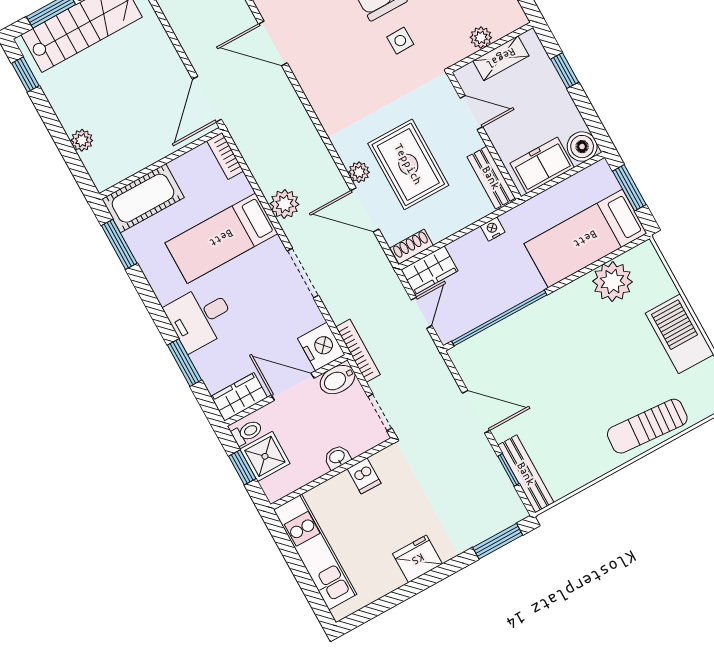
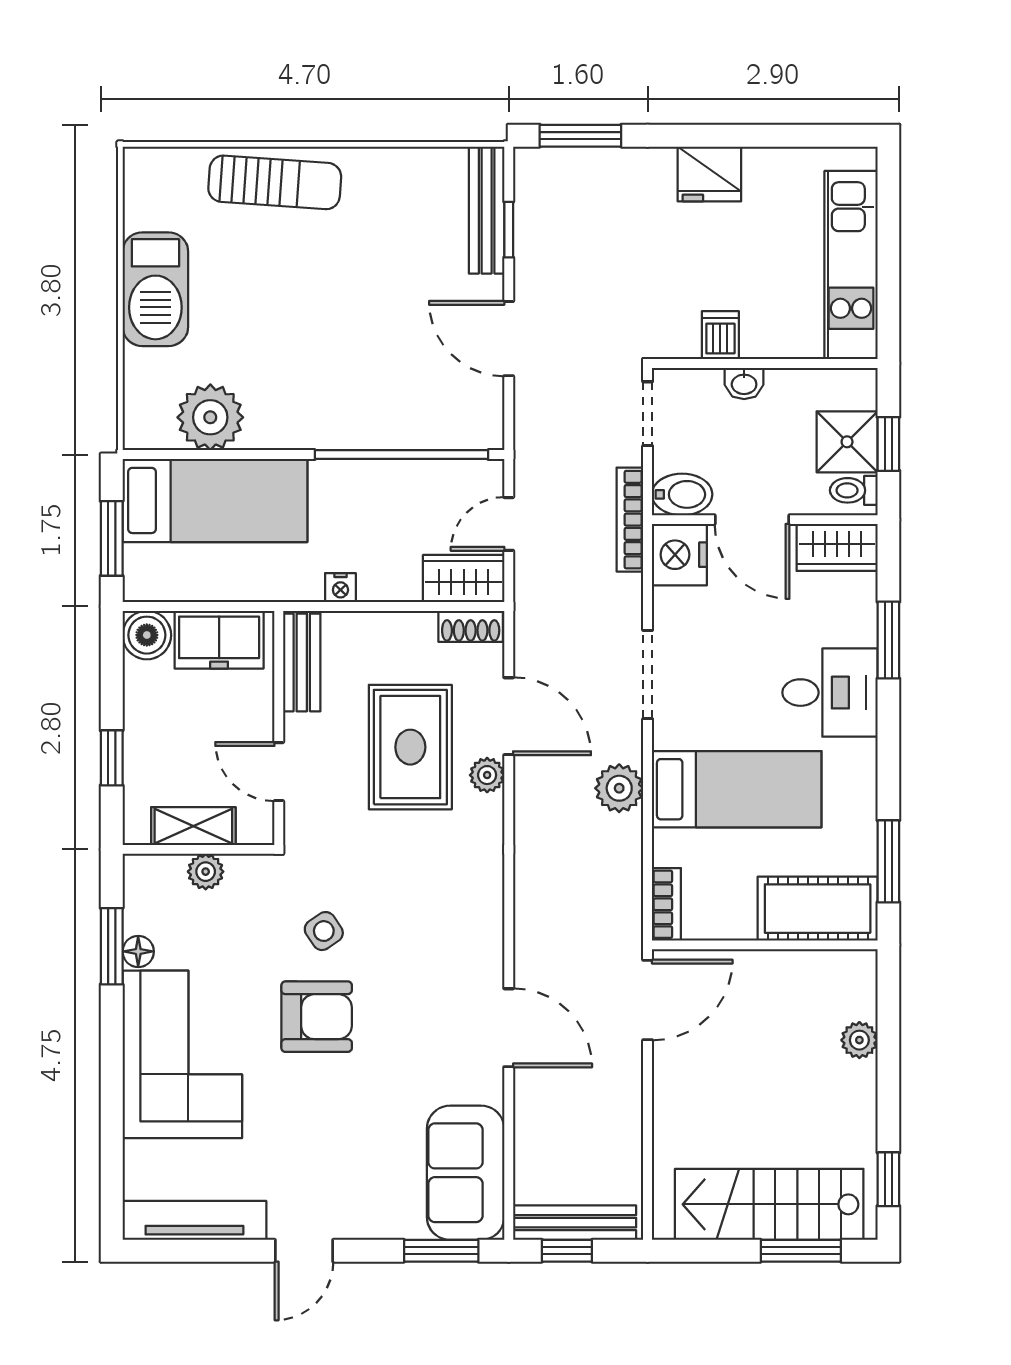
side table: (400, 41) -> (324, 931), turned -33

